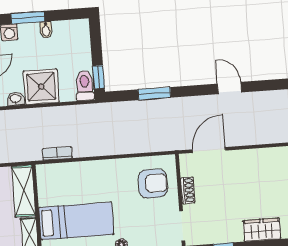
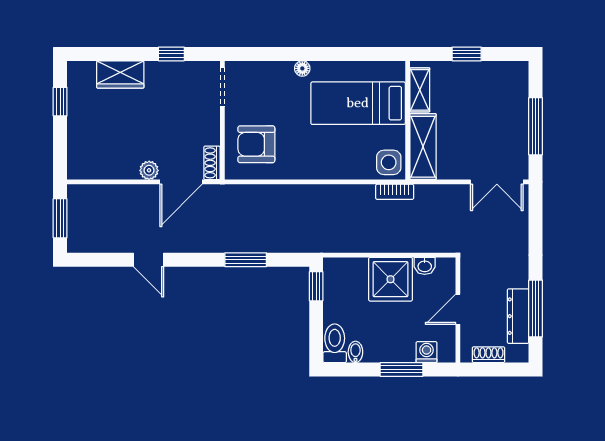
bidet: (46, 30) -> (355, 352), moved
toilet: (85, 85) -> (335, 343), moved, turned 180
bookcase: (57, 153) -> (395, 192), moved
plant: (234, 157) -> (149, 170), added
side table: (49, 177) -> (389, 162), added
shoe rack: (188, 190) -> (212, 163), moved

